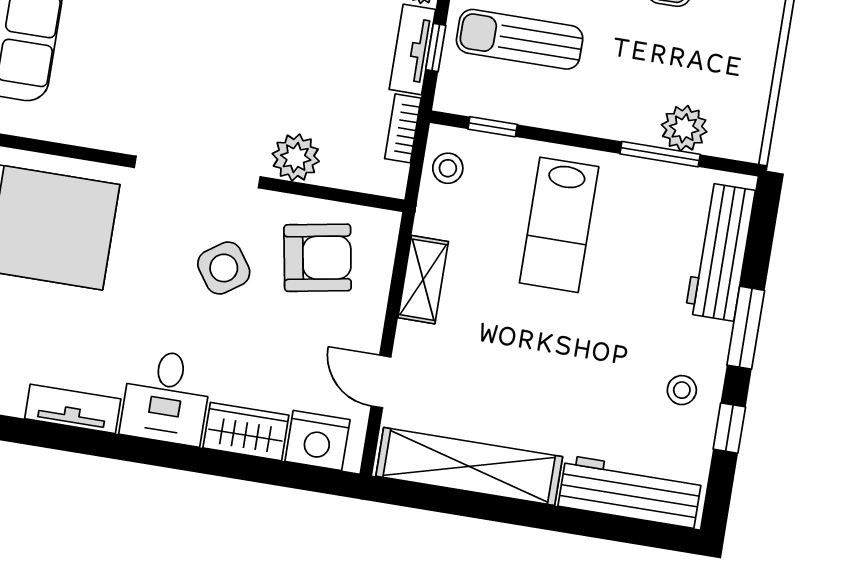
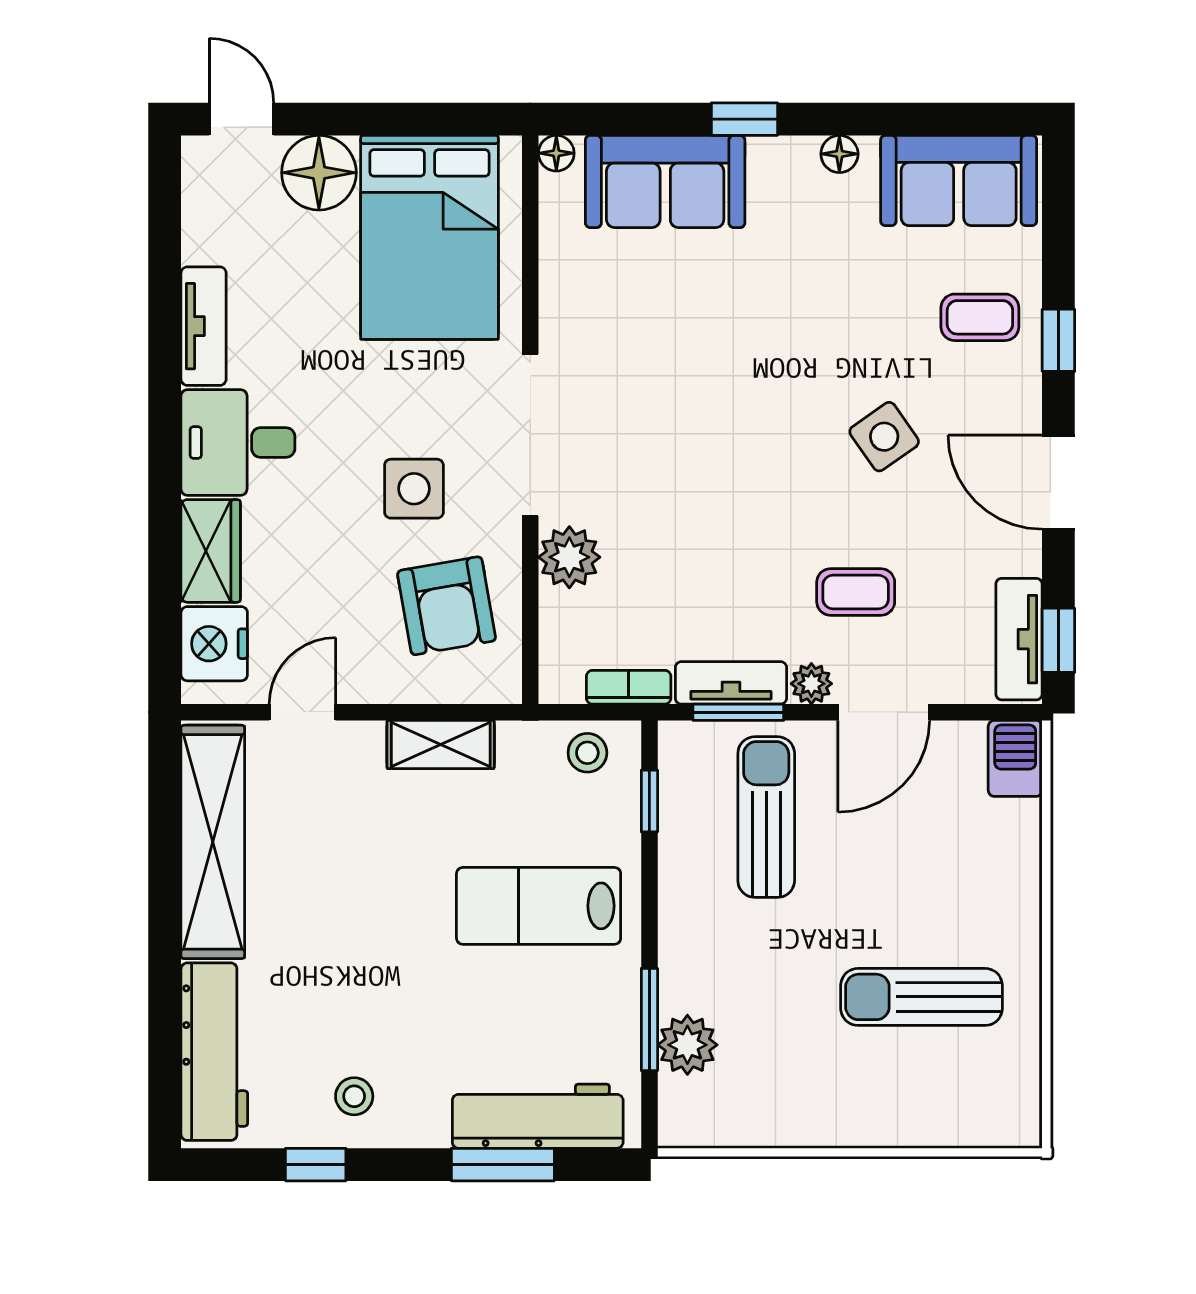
window: (436, 47) -> (738, 712), width x1.50
side table: (224, 268) -> (414, 489), turned 35
window: (746, 328) -> (503, 1165), moved

